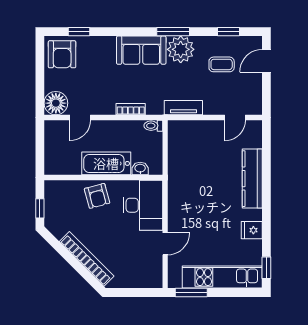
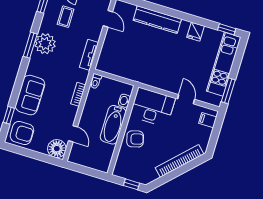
sofa: (141, 50) -> (30, 95), moved
filing cabinet: (147, 278) -> (208, 120), added

